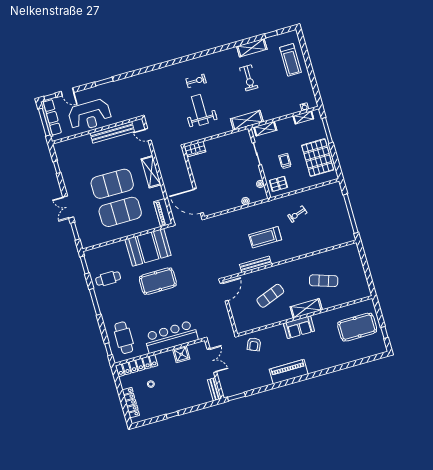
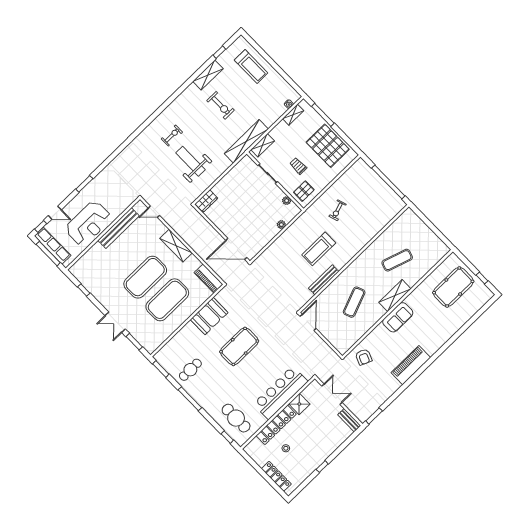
shelving: (247, 120) -> (246, 141), width x1.47
booth: (148, 247) -> (209, 316), width x0.73, depth x0.70
locker: (137, 366) -> (276, 425), moved

